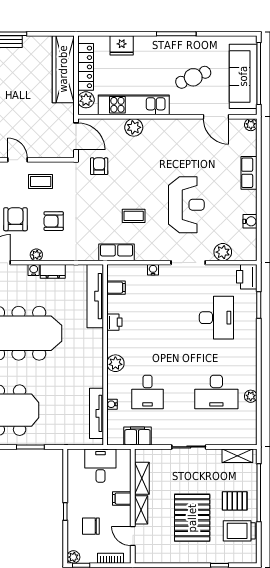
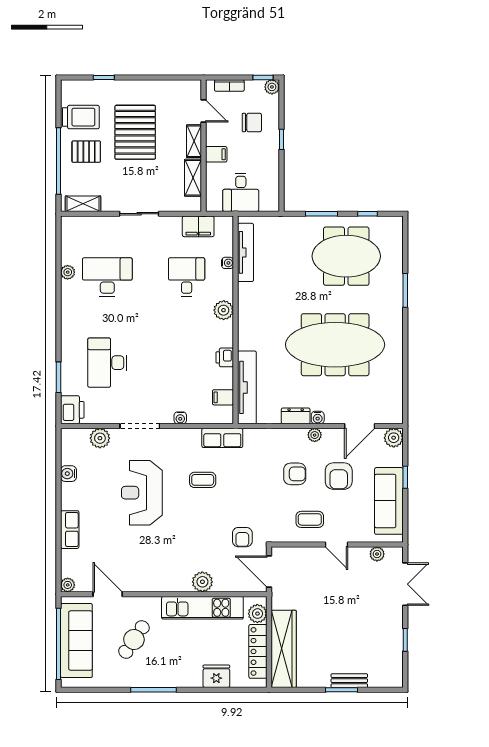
cafe table: (193, 77) -> (134, 640), turned -33

